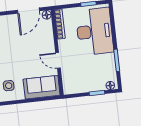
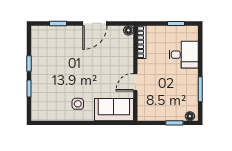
door: (28, 11) -> (95, 23), moved
desk: (95, 31) -> (184, 55), width x0.53, depth x0.77
door: (58, 60) -> (135, 82), hinge flipped

